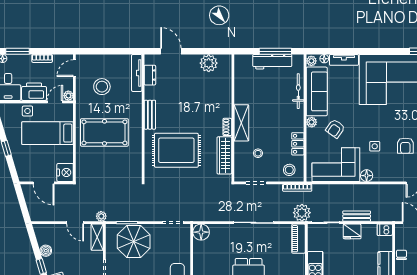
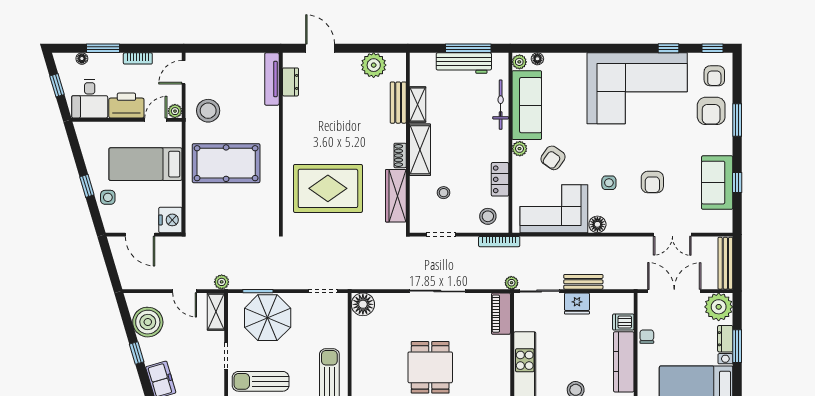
tv unit: (344, 60) -> (565, 61), removed
stool: (102, 87) -> (208, 111), moved
shelving: (240, 91) -> (418, 105), added
side table: (27, 111) -> (108, 197), moved
bench: (150, 115) -> (398, 103), moved
plant: (302, 213) -> (511, 283), width x0.53, depth x0.53
dishwasher: (385, 230) -> (623, 322), moved
boiler: (46, 251) -> (148, 322), width x1.86, depth x1.86

